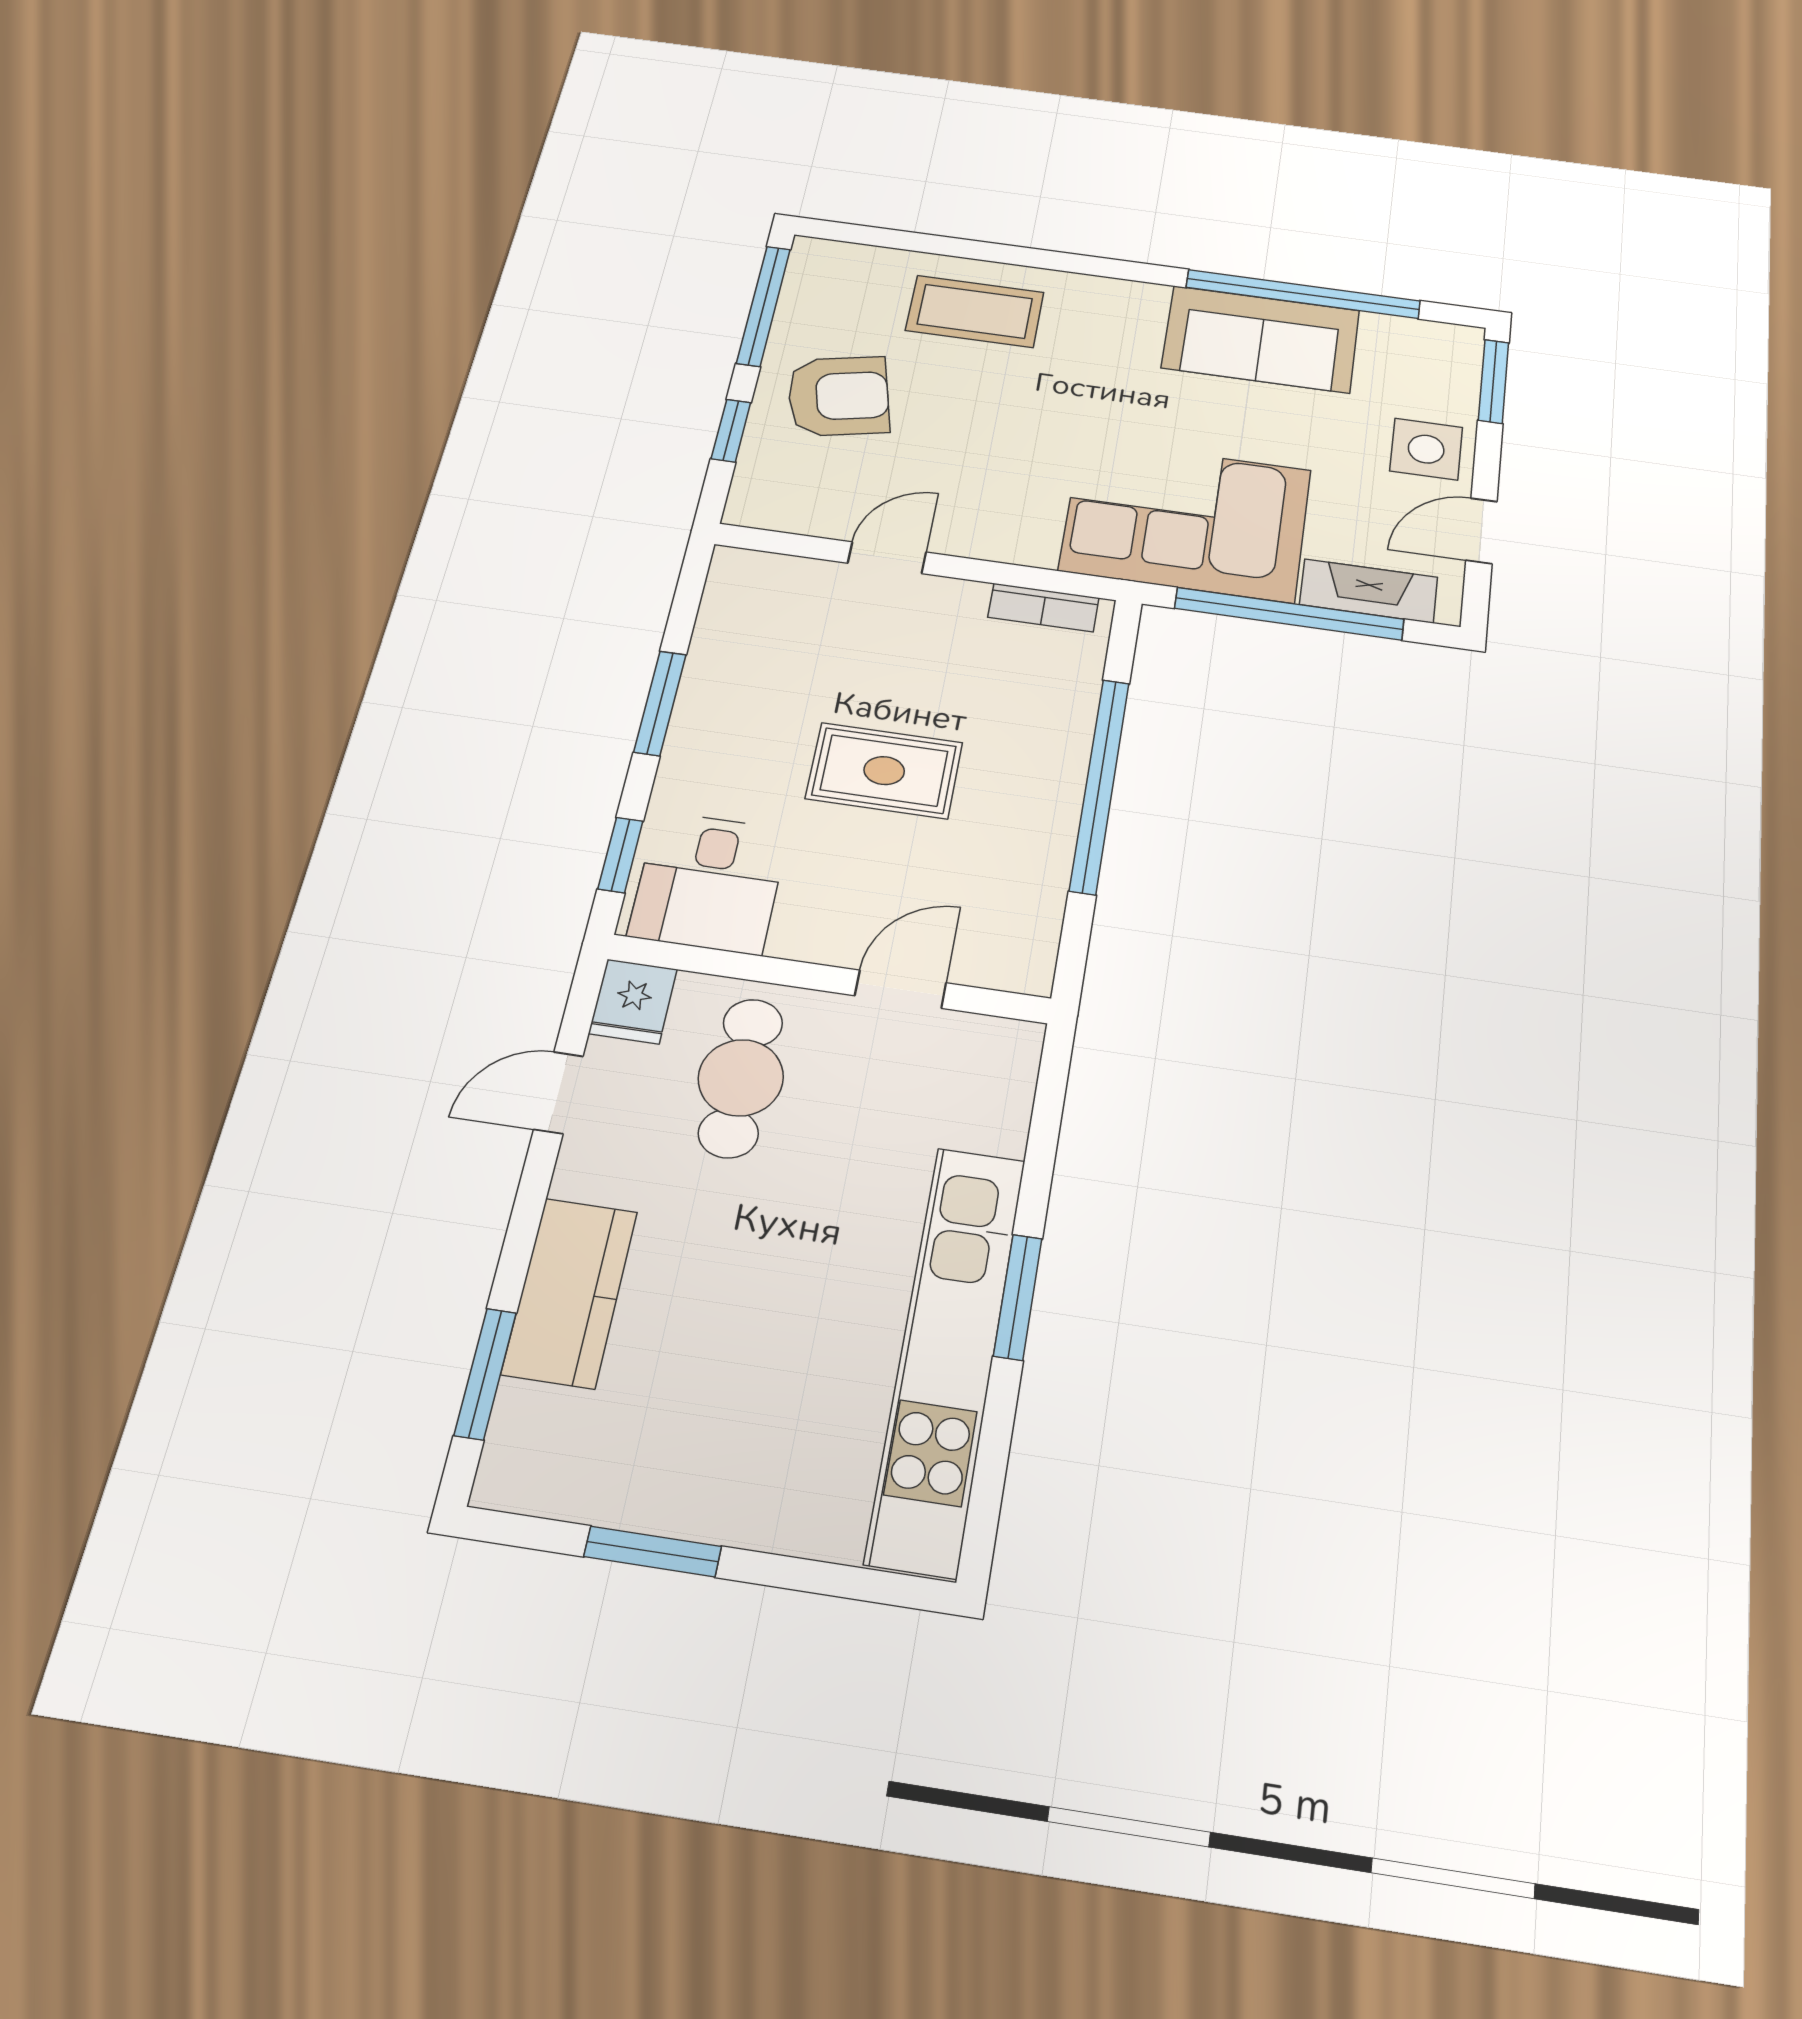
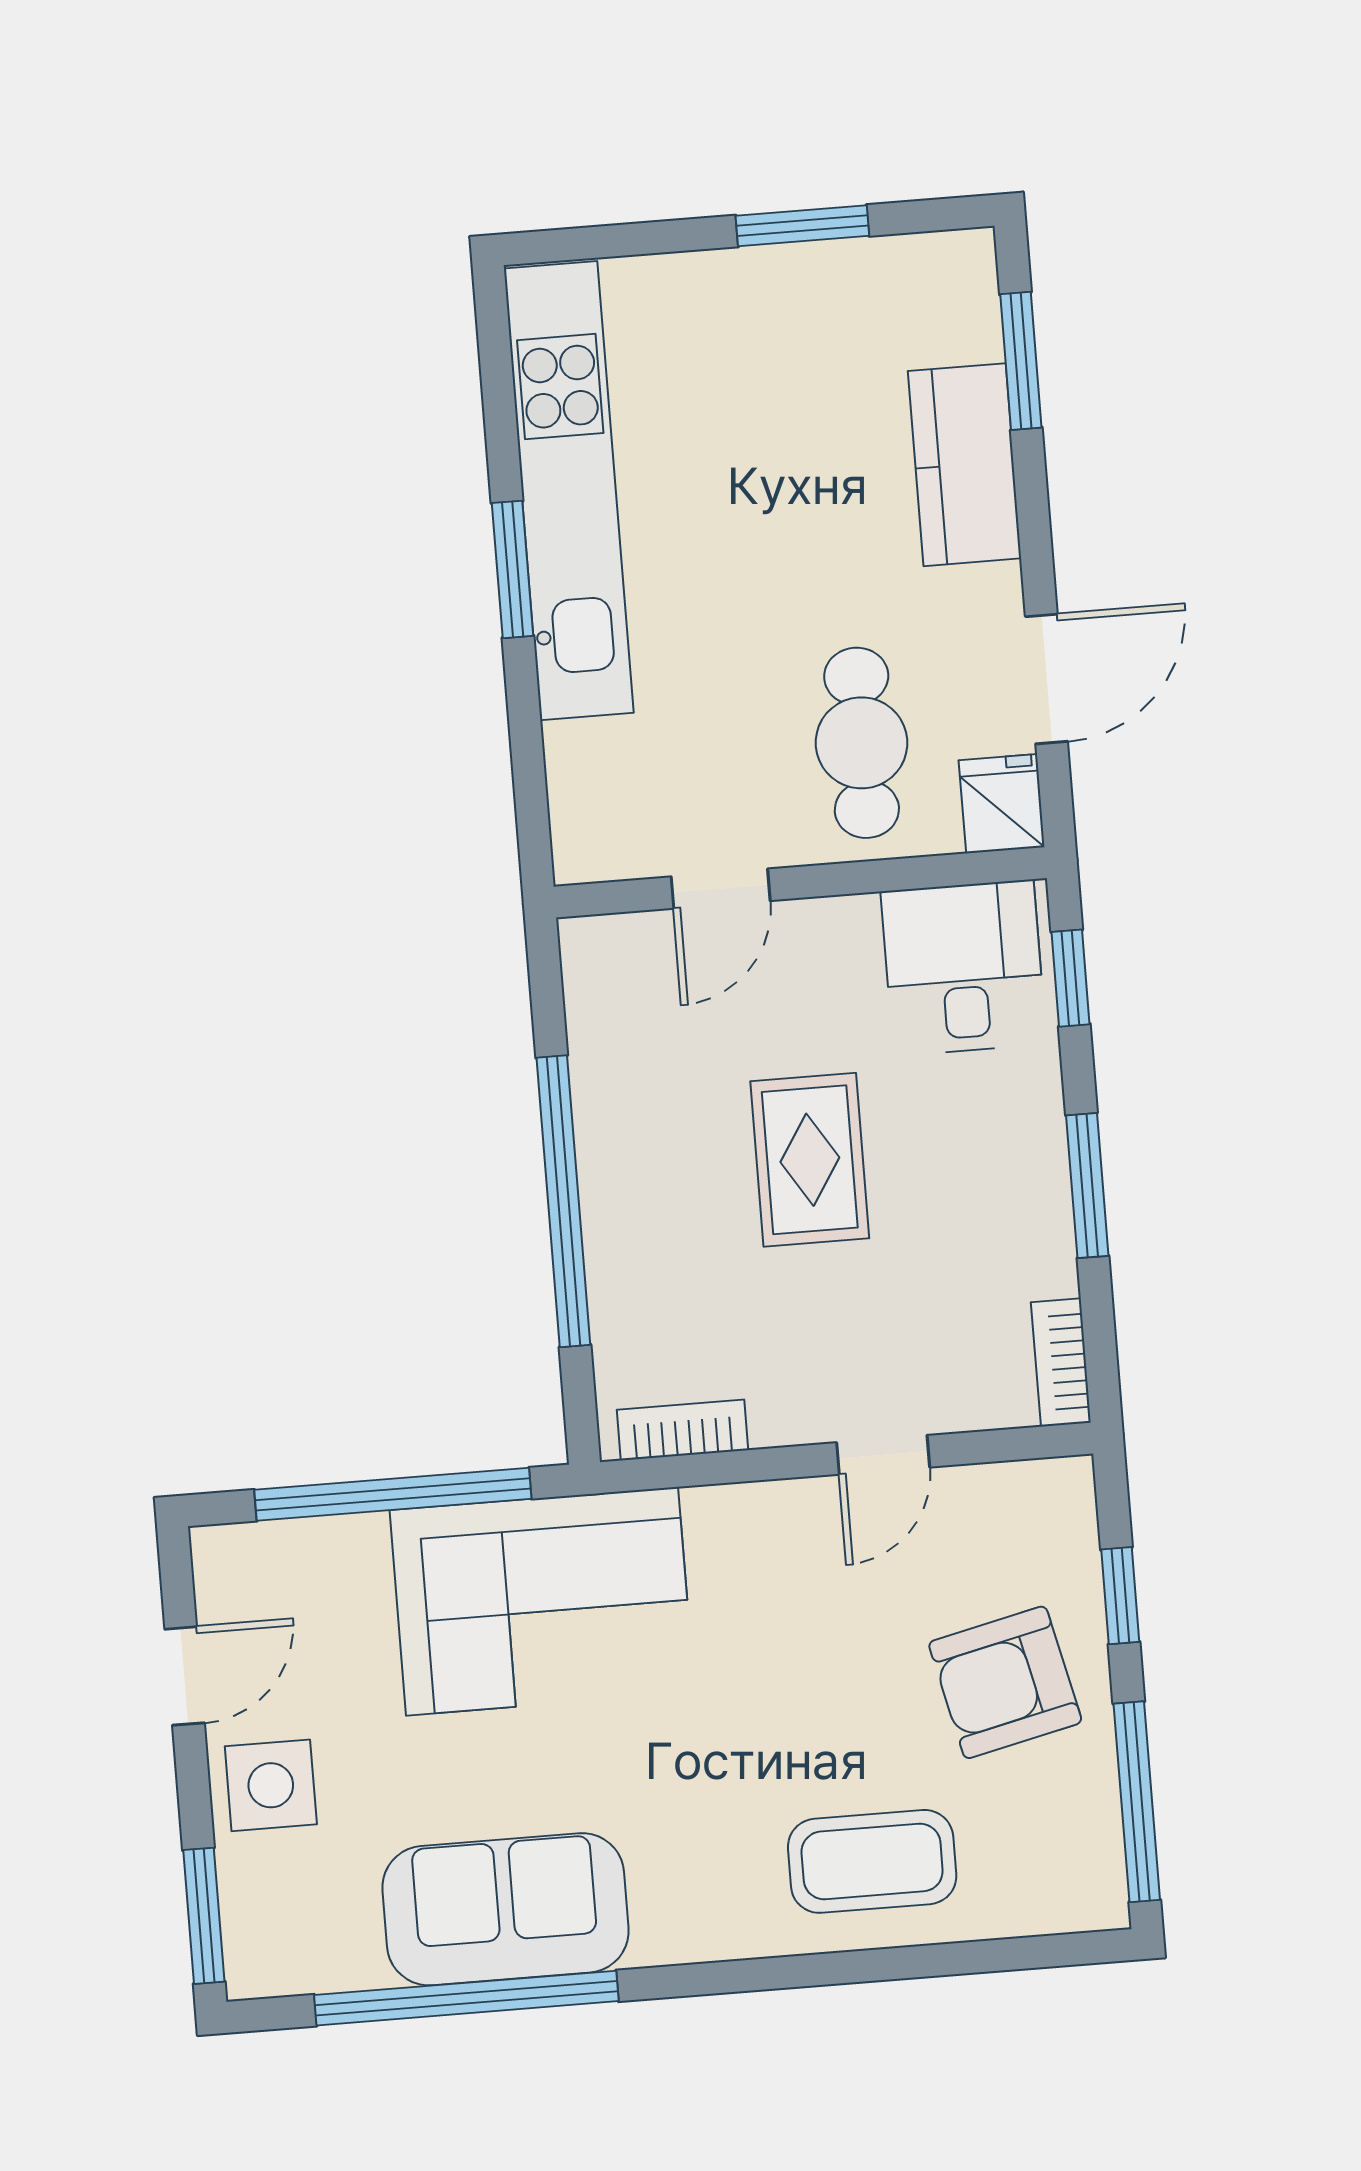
bookcase: (724, 588) -> (1061, 1362), added
fireplace: (1369, 591) -> (305, 1552), removed
rug: (884, 771) -> (810, 1160), turned 90
door: (559, 1093) -> (1046, 679), width x1.38

